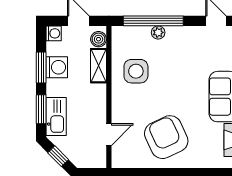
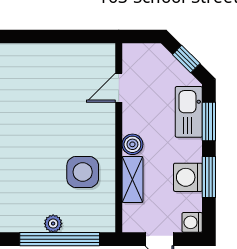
boiler: (99, 39) -> (132, 144), moved
armchair: (166, 137) -> (42, 84), removed

